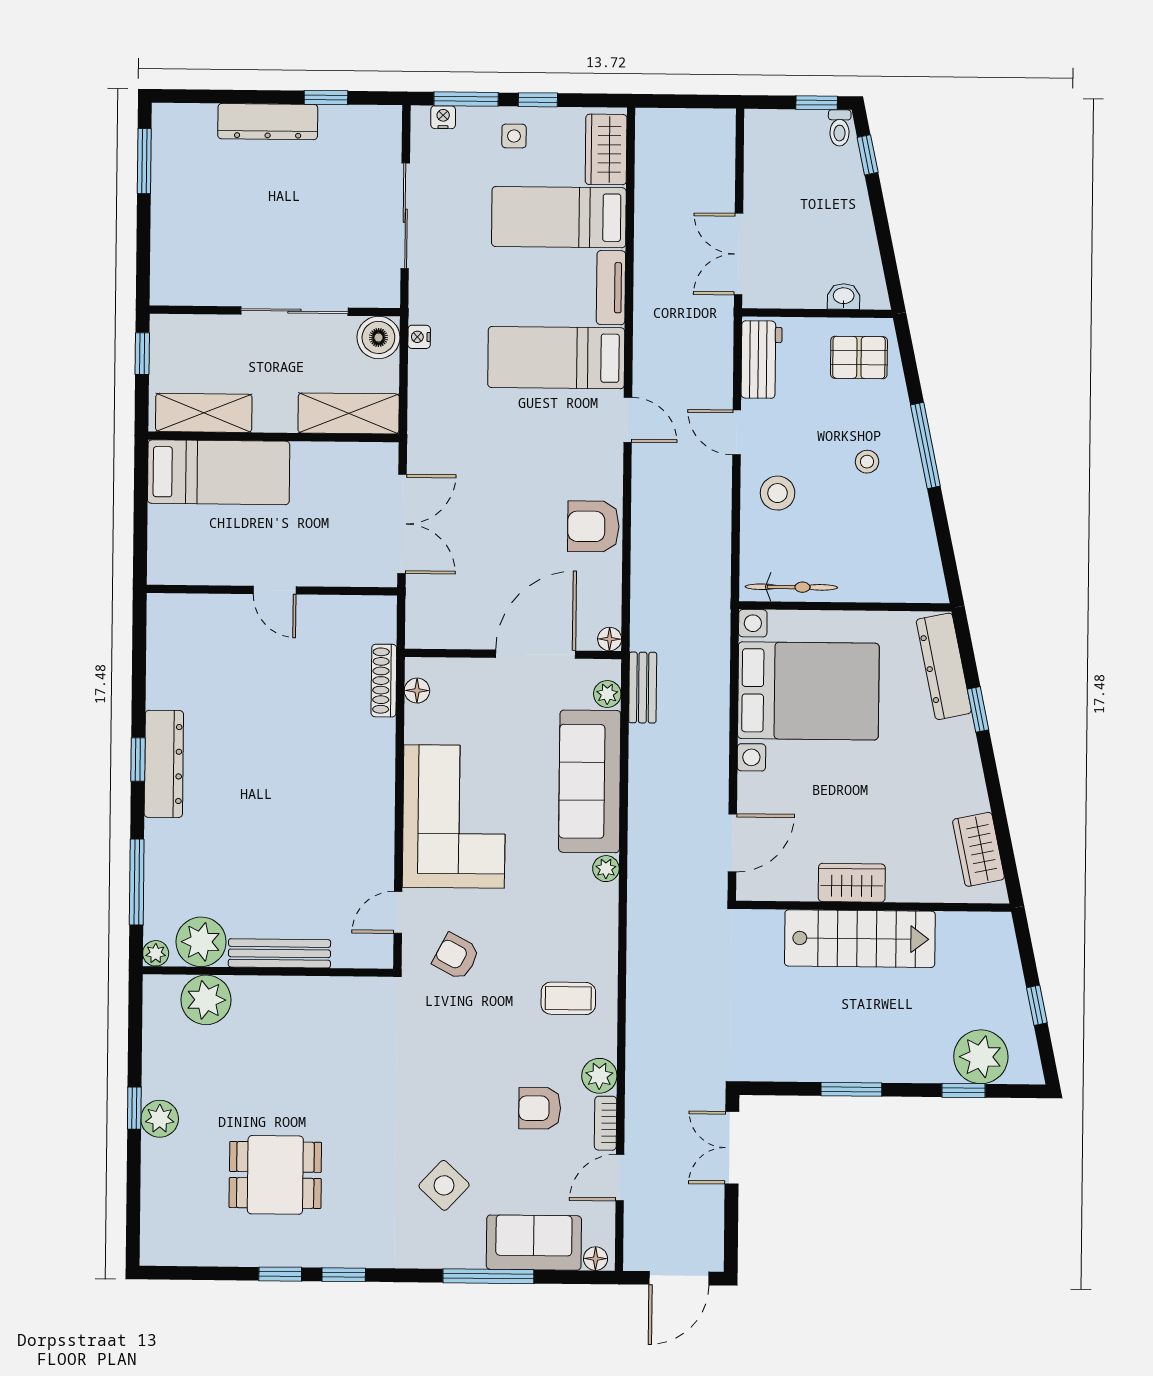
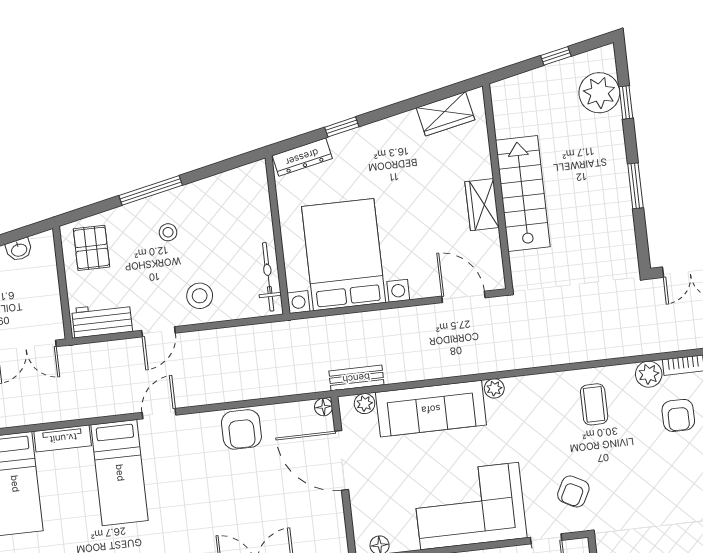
washbasin: (844, 296) -> (19, 250), moved, turned -102
dresser: (944, 666) -> (302, 157), width x0.73, depth x0.80

